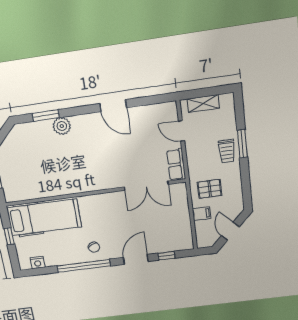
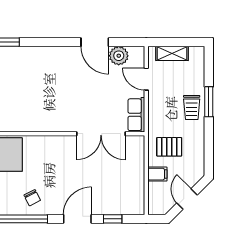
door: (113, 106) -> (95, 42), moved
plant: (62, 126) -> (119, 56), moved

